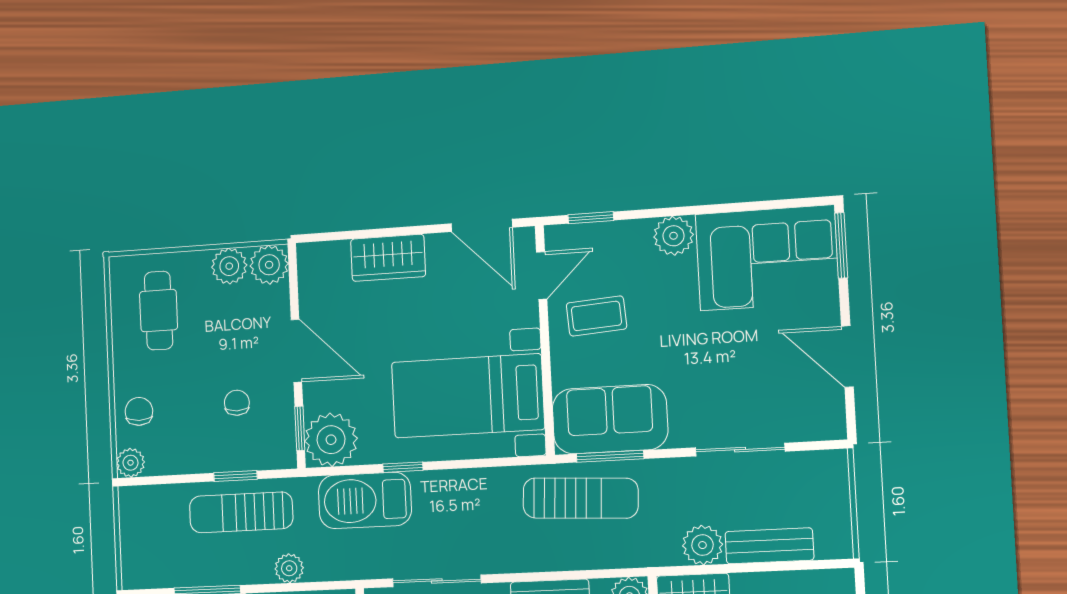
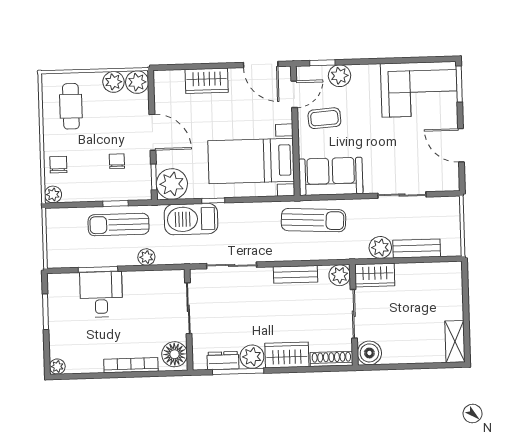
plant: (673, 236) -> (340, 76), moved
window: (610, 456) -> (330, 197), removed

